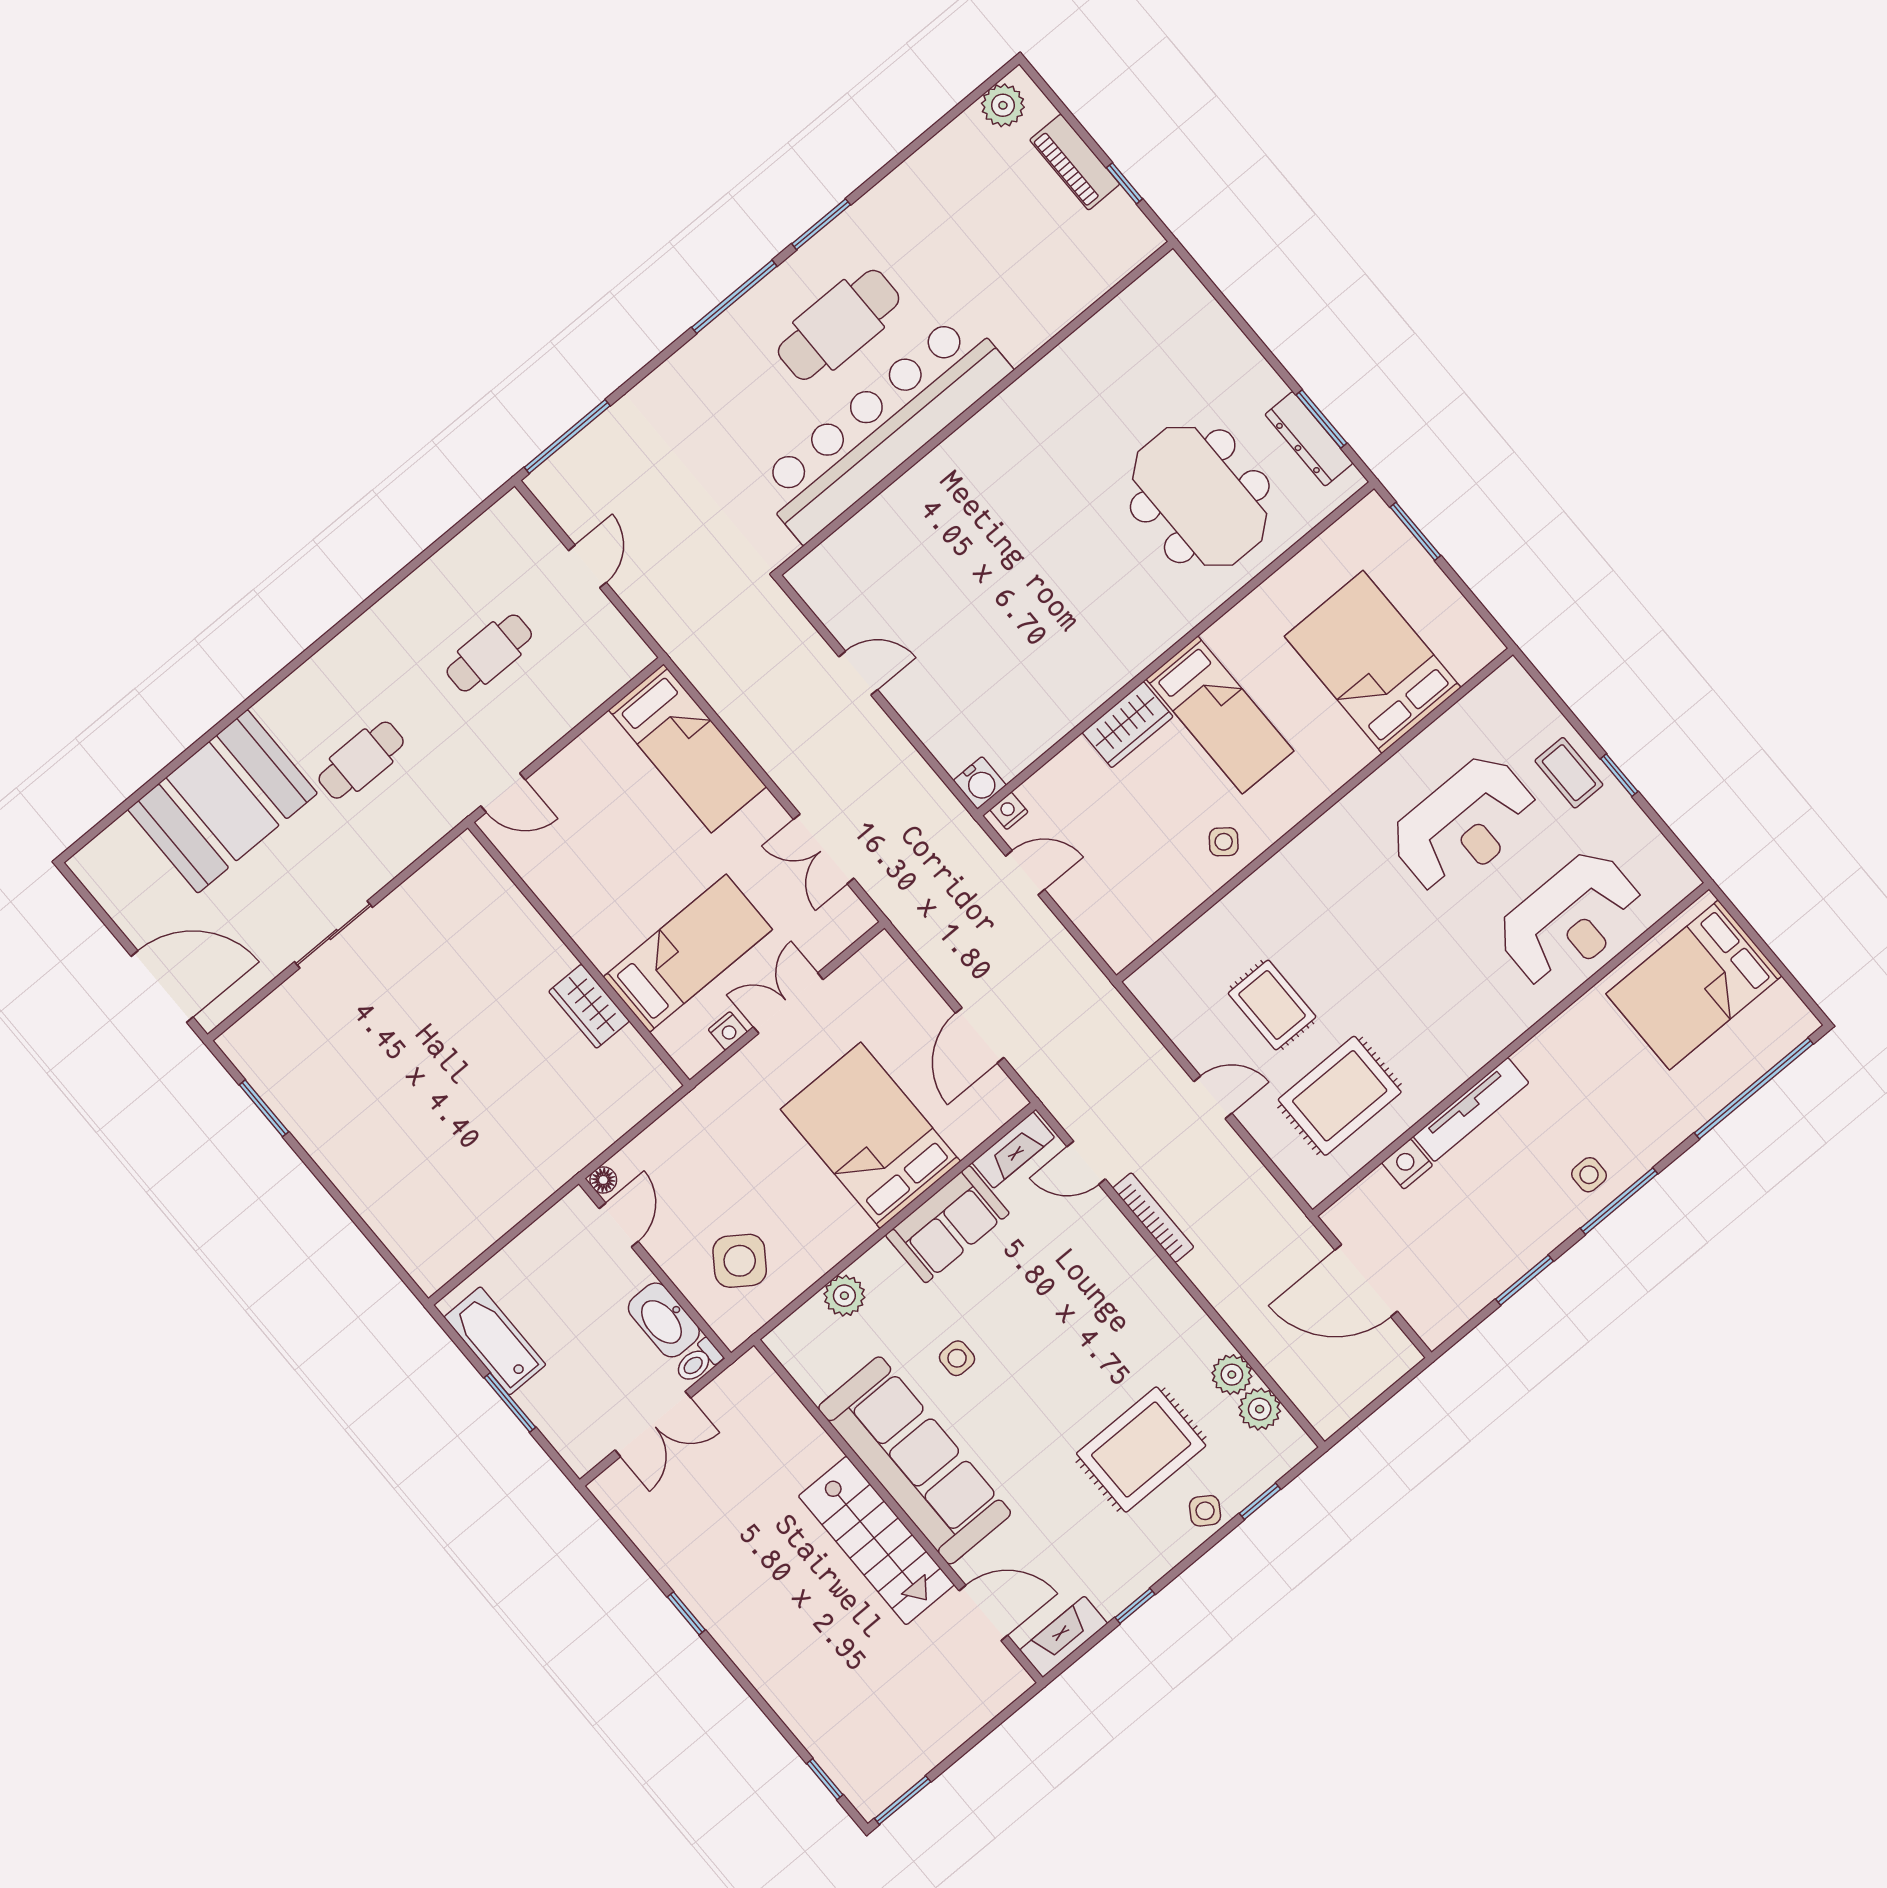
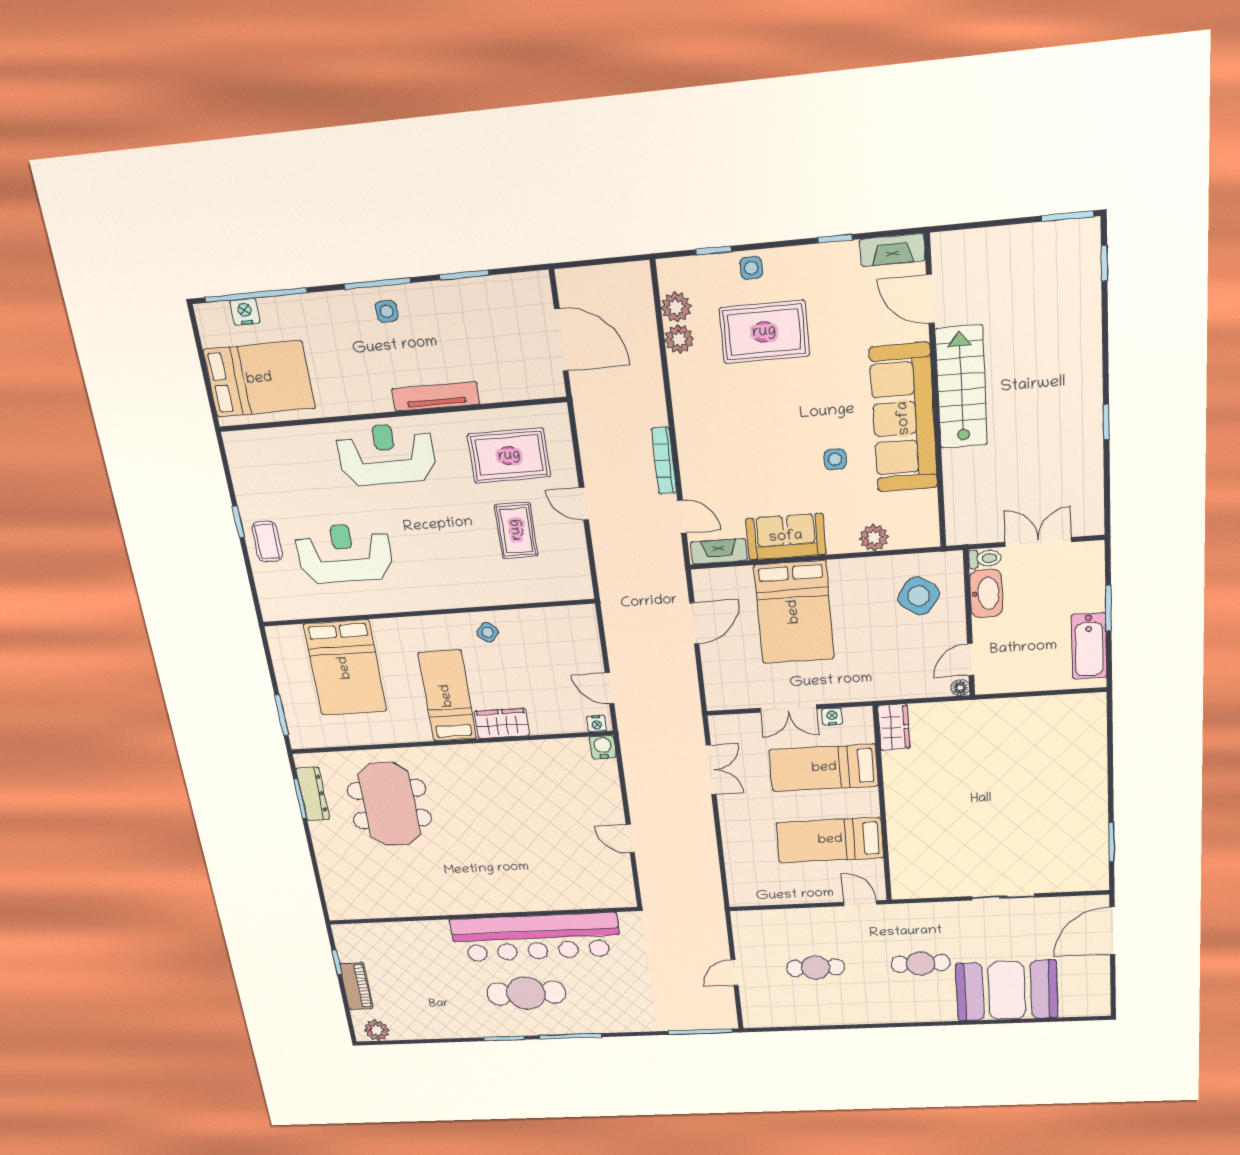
bed: (687, 748) -> (830, 840), moved, turned -90
reception desk: (1570, 919) -> (386, 454), moved
door: (162, 987) -> (1112, 931), hinge flipped
wardrobe: (589, 1006) -> (894, 727), moved
nightstand: (1407, 1164) -> (245, 312), moved, turned 180
side table: (1205, 1511) -> (751, 268), turned -33

